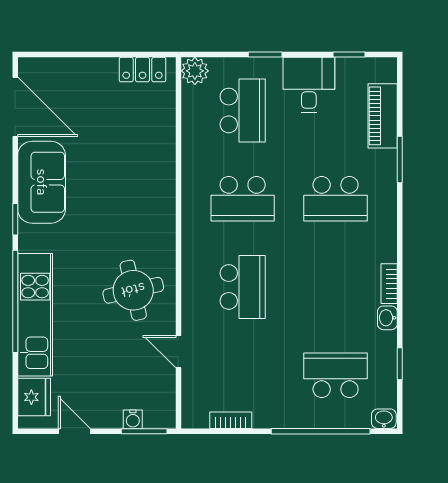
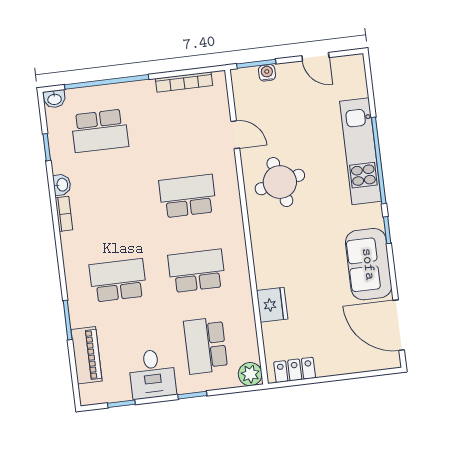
school desk: (243, 287) -> (188, 196), turned 90
fridge: (34, 397) -> (272, 305), moved, turned 180
bookcase: (231, 420) -> (184, 82), width x1.56

